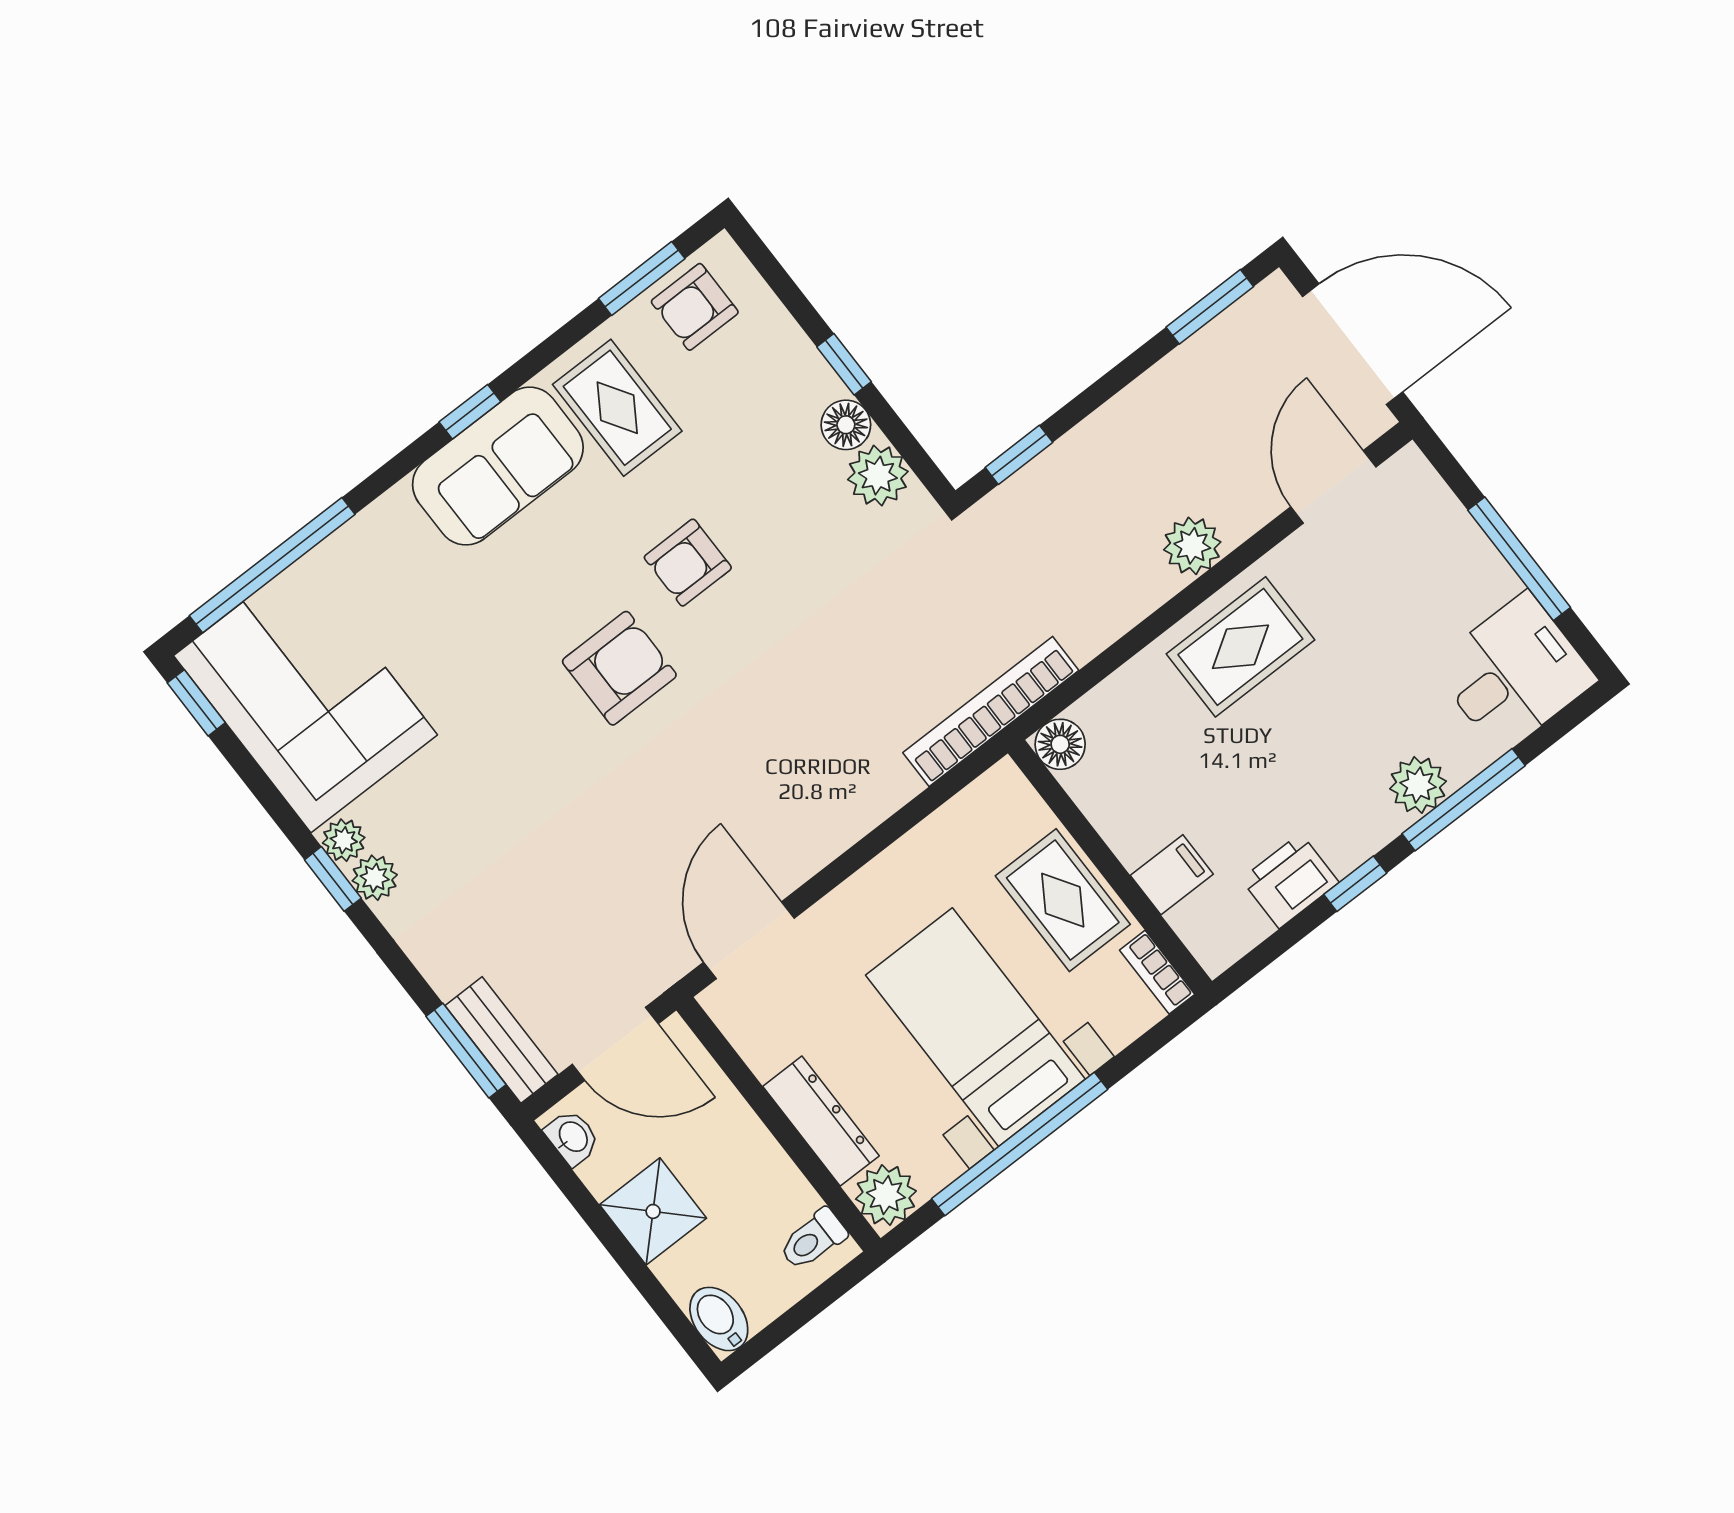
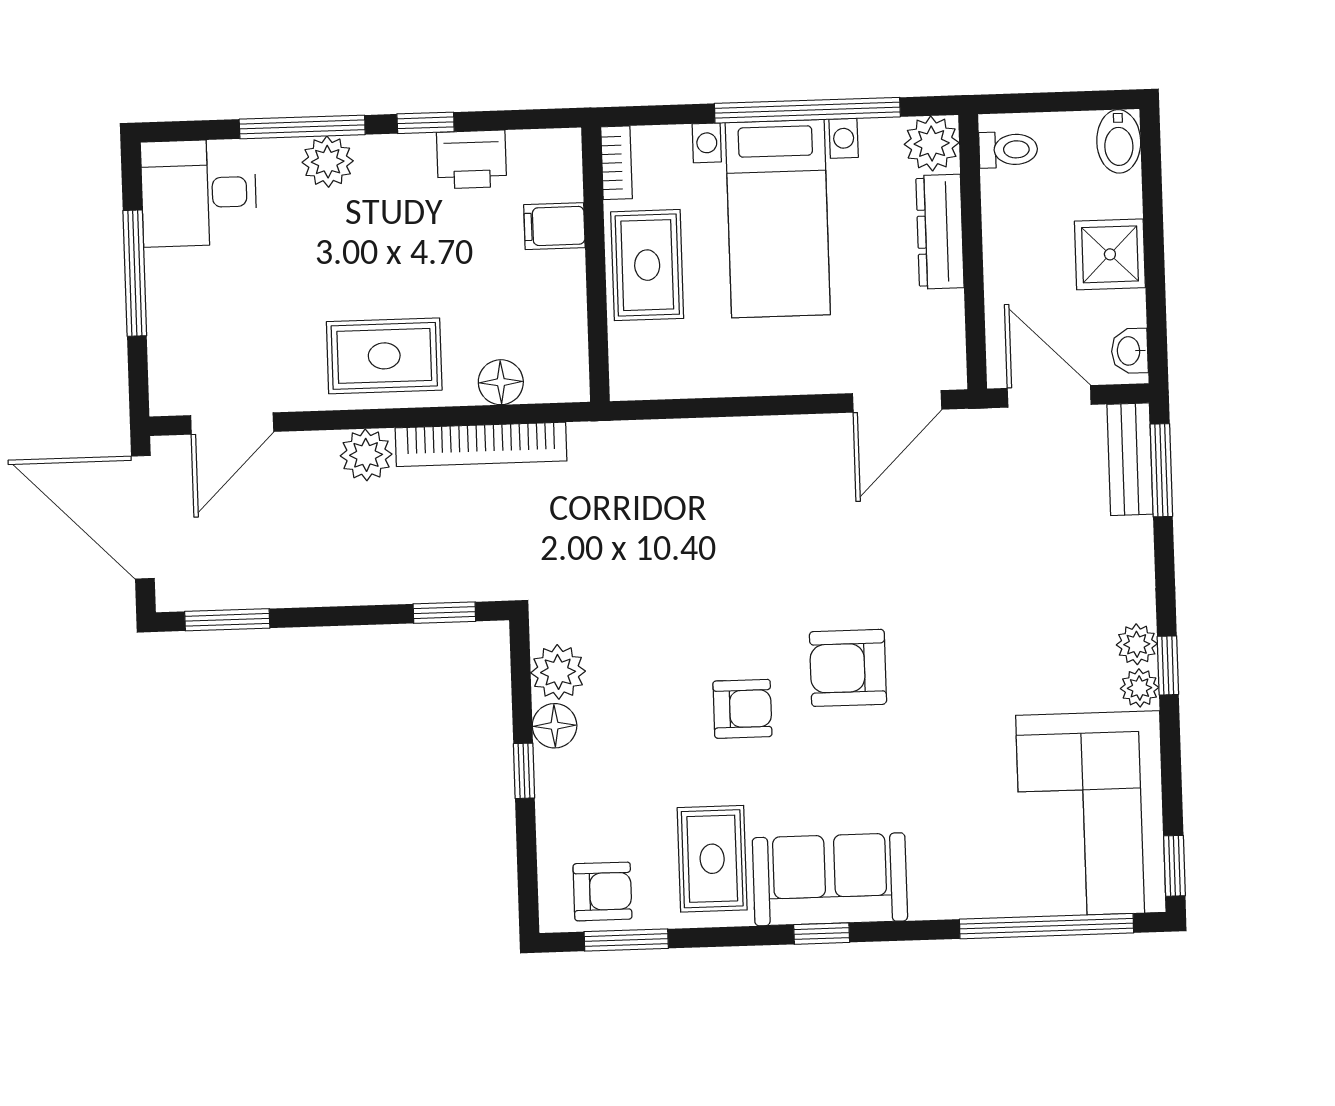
bookcase: (991, 712) -> (481, 444), moved
floor lamp: (1060, 744) -> (501, 382), moved

